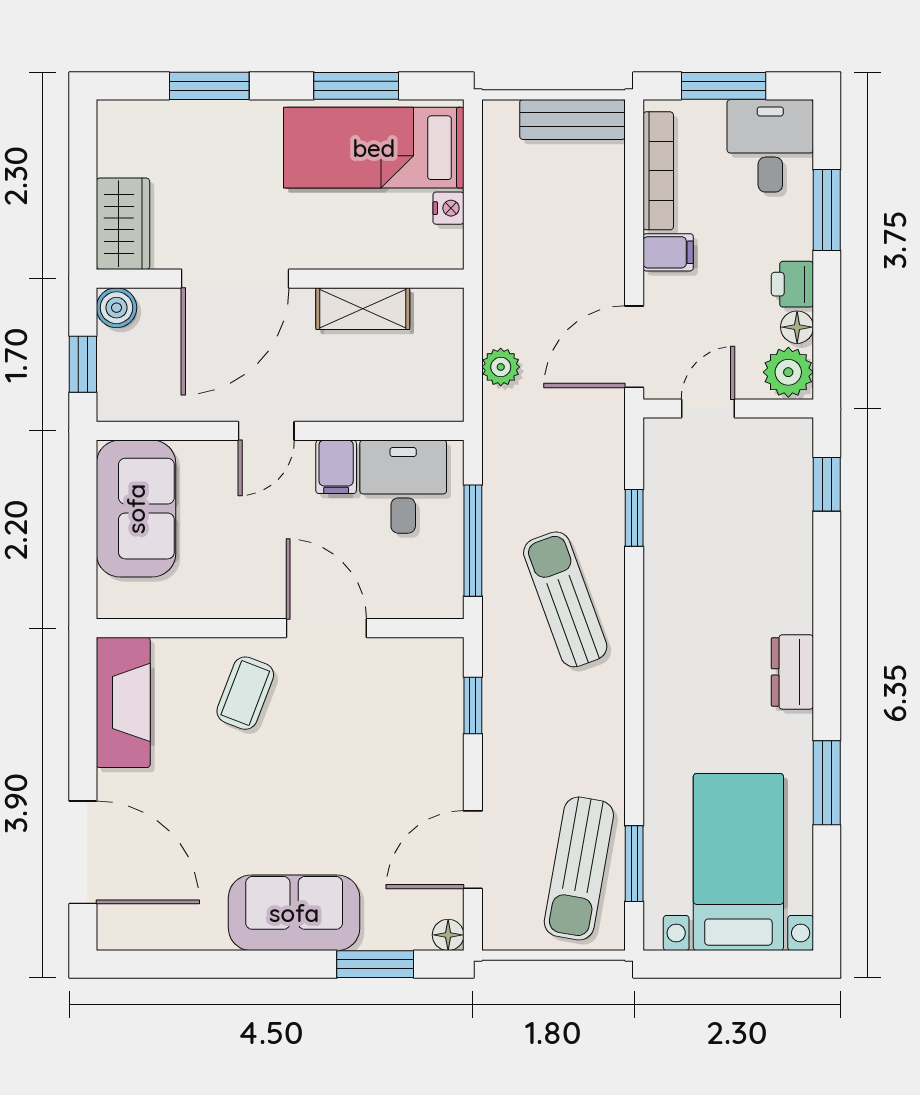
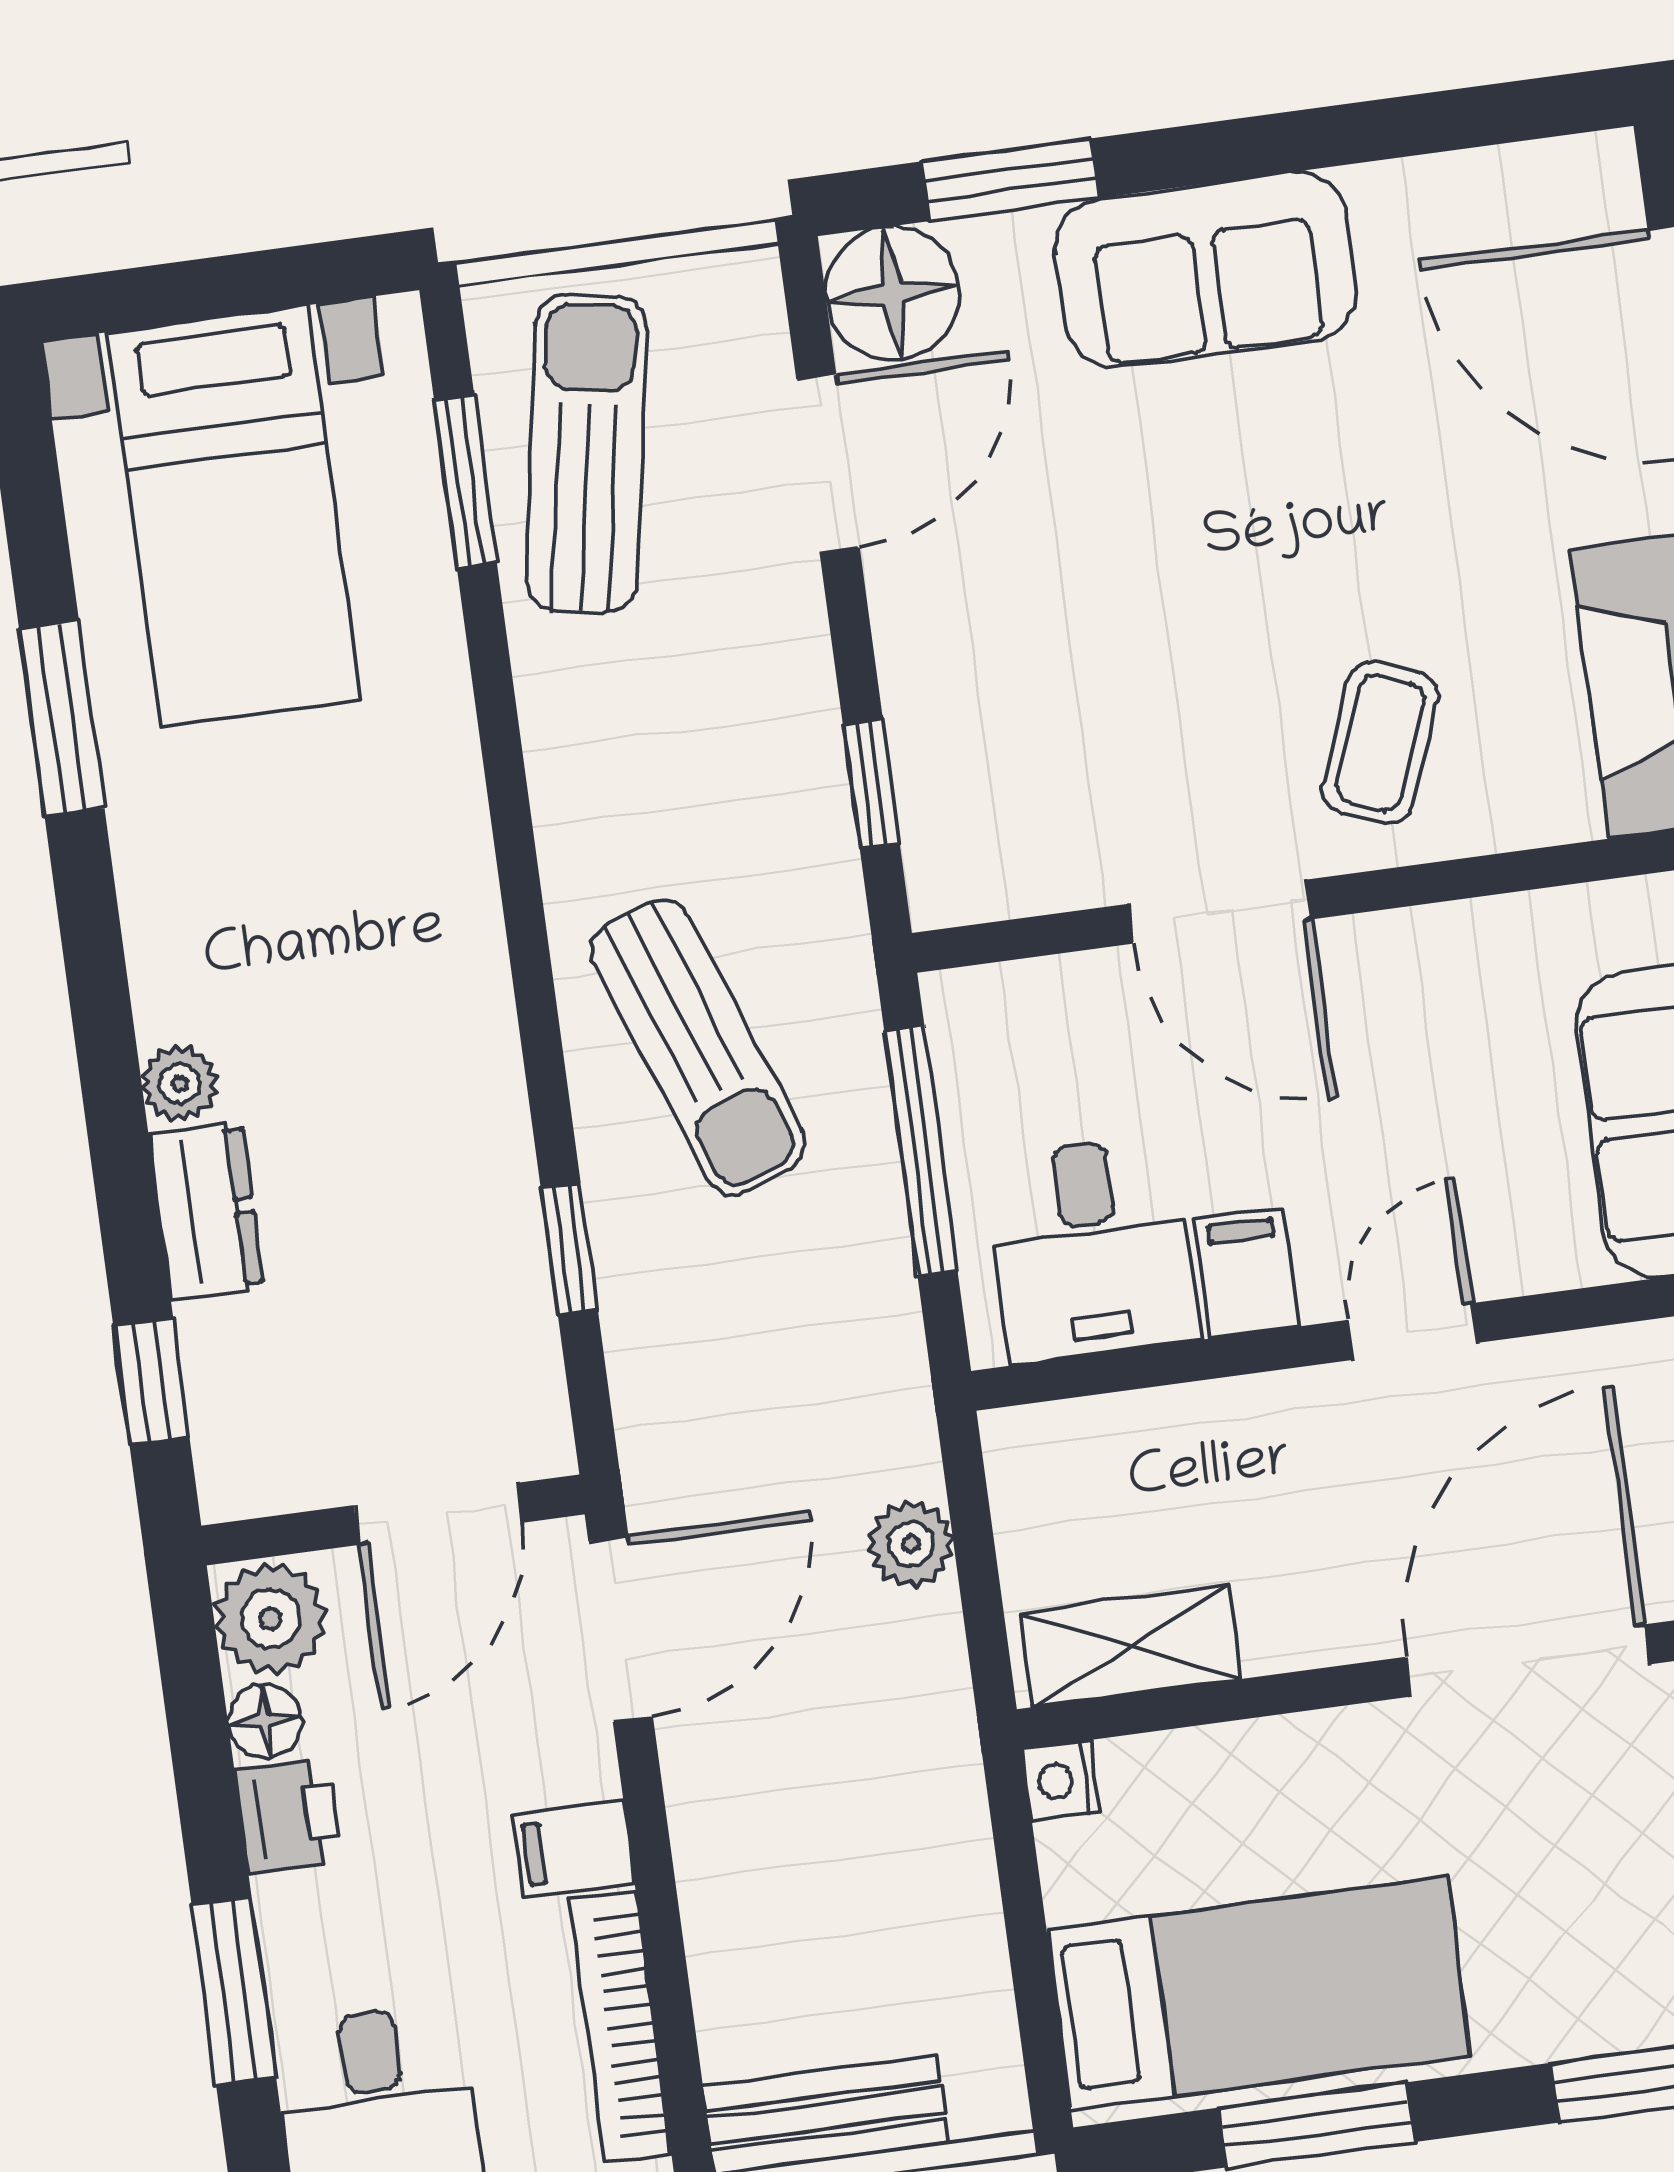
nightstand: (448, 208) -> (1061, 1781), moved
shelving: (363, 309) -> (1130, 1646), moved
door: (708, 409) -> (438, 1514), width x1.37
plant: (796, 614) -> (180, 1084), added
dresser: (792, 672) -> (206, 1211), moved
floor lamp: (448, 935) -> (892, 293), width x1.89, depth x1.89

